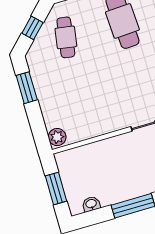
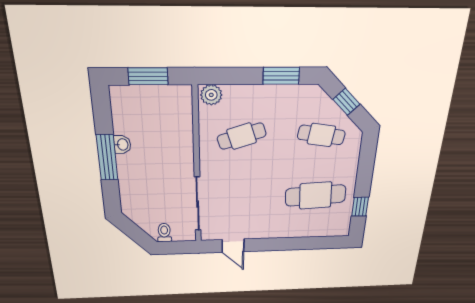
cafe table: (85, 103) -> (242, 136), added
washbasin: (91, 204) -> (122, 144), moved

